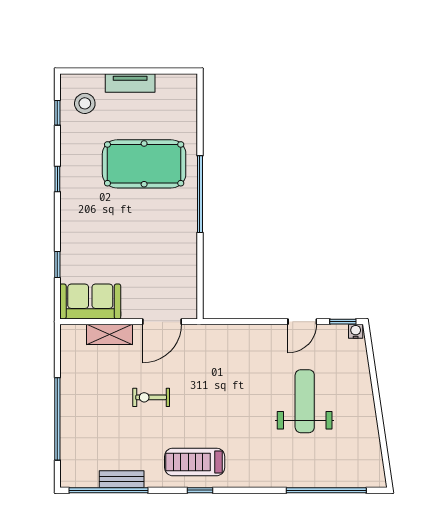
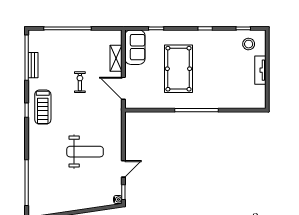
pool table: (144, 164) -> (178, 69), moved
door: (302, 322) -> (123, 169), swing flipped
weight bench: (305, 401) -> (85, 152), moved
treadmill: (195, 462) -> (43, 107), turned 180

